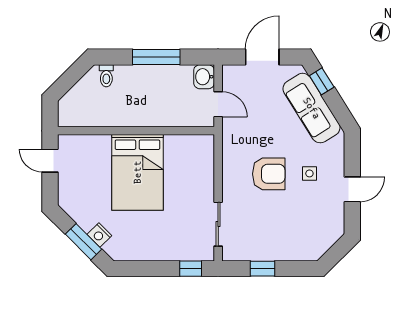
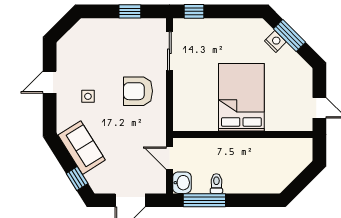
window: (156, 57) -> (204, 200), moved
toilet: (106, 76) -> (216, 184), moved
sofa: (312, 108) -> (82, 148), width x0.73
armchair: (269, 174) -> (138, 91), moved

